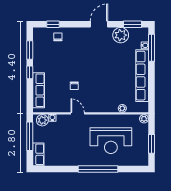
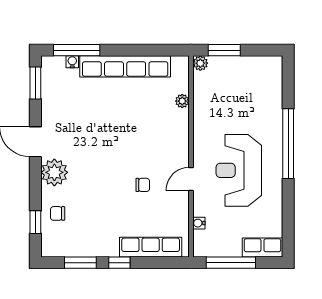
plant: (121, 35) -> (54, 172), moved
plant: (42, 120) -> (203, 241), removed
reception desk: (111, 141) -> (239, 170), moved, turned 180
window: (151, 144) -> (224, 50), moved

